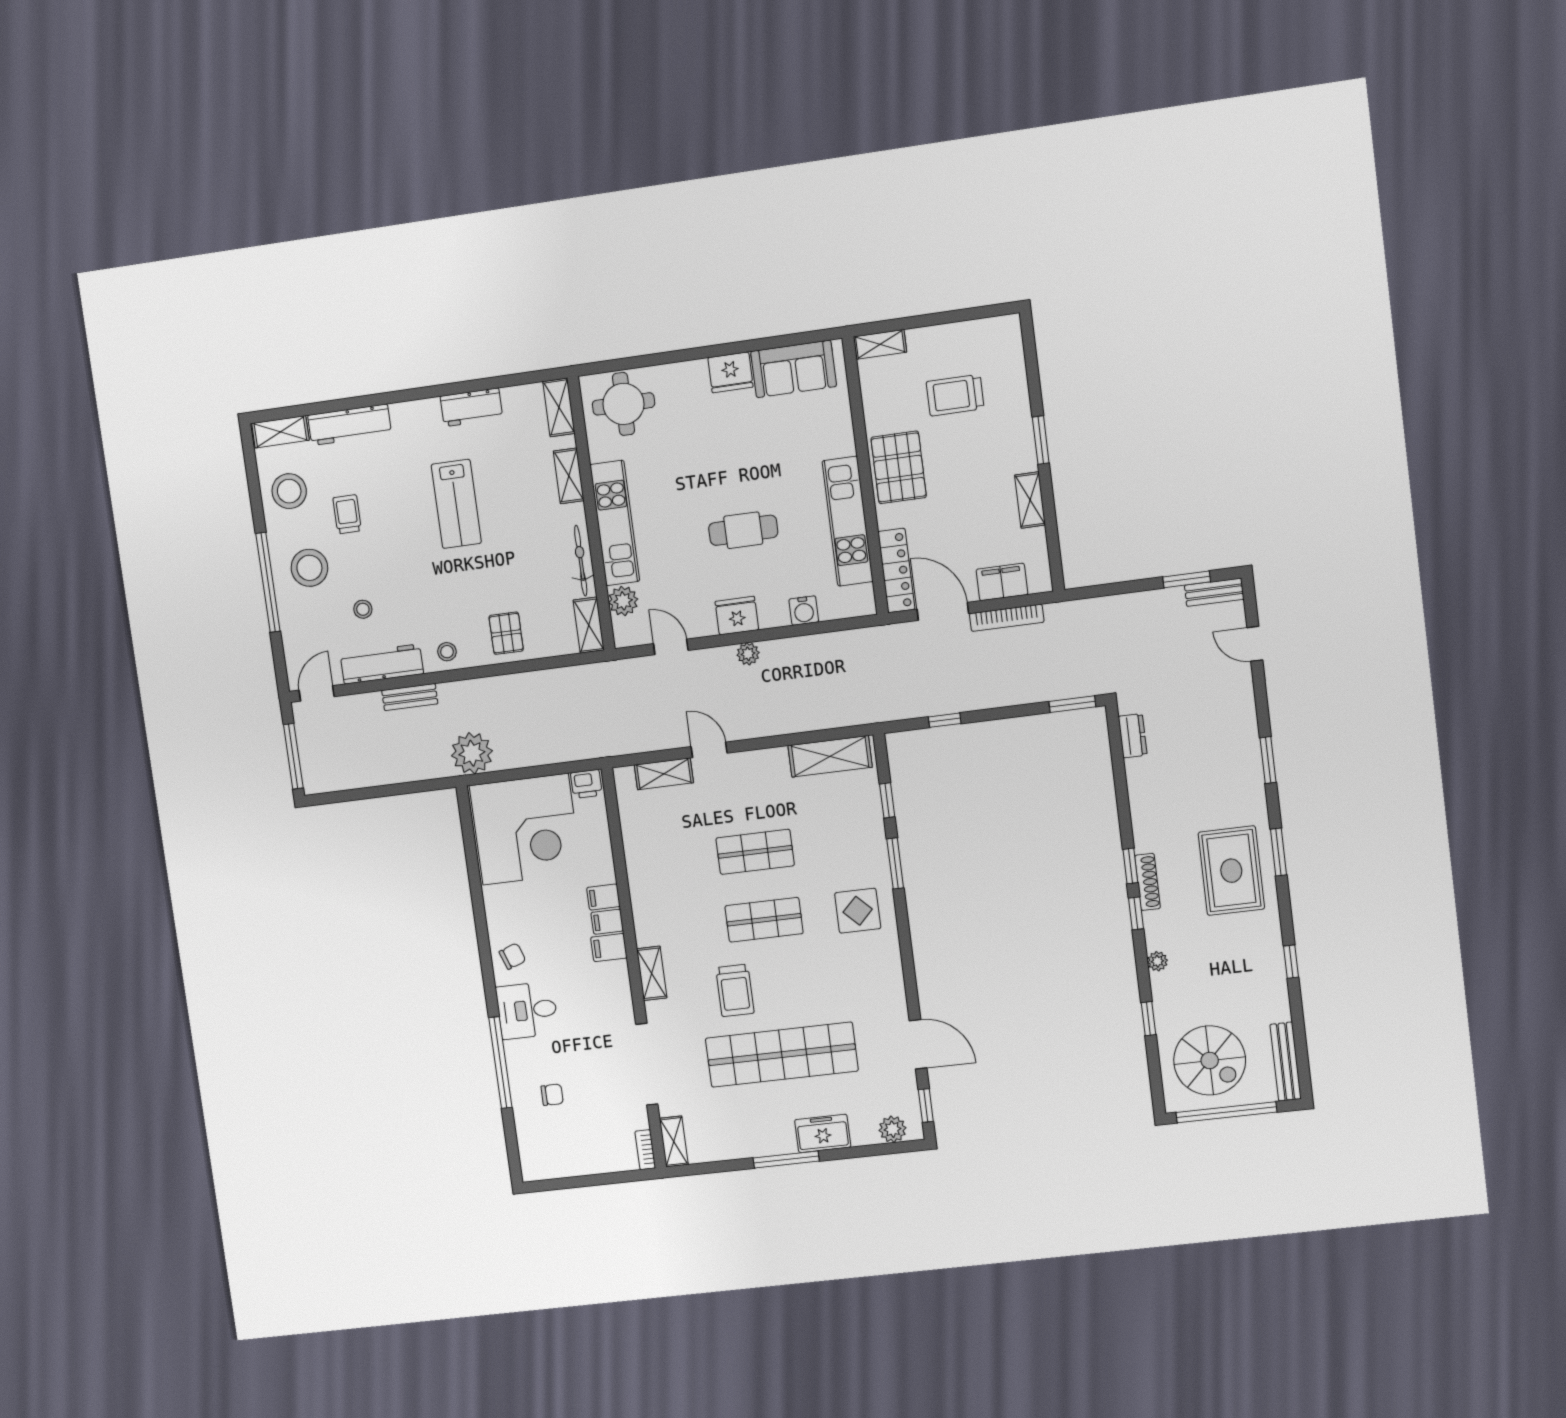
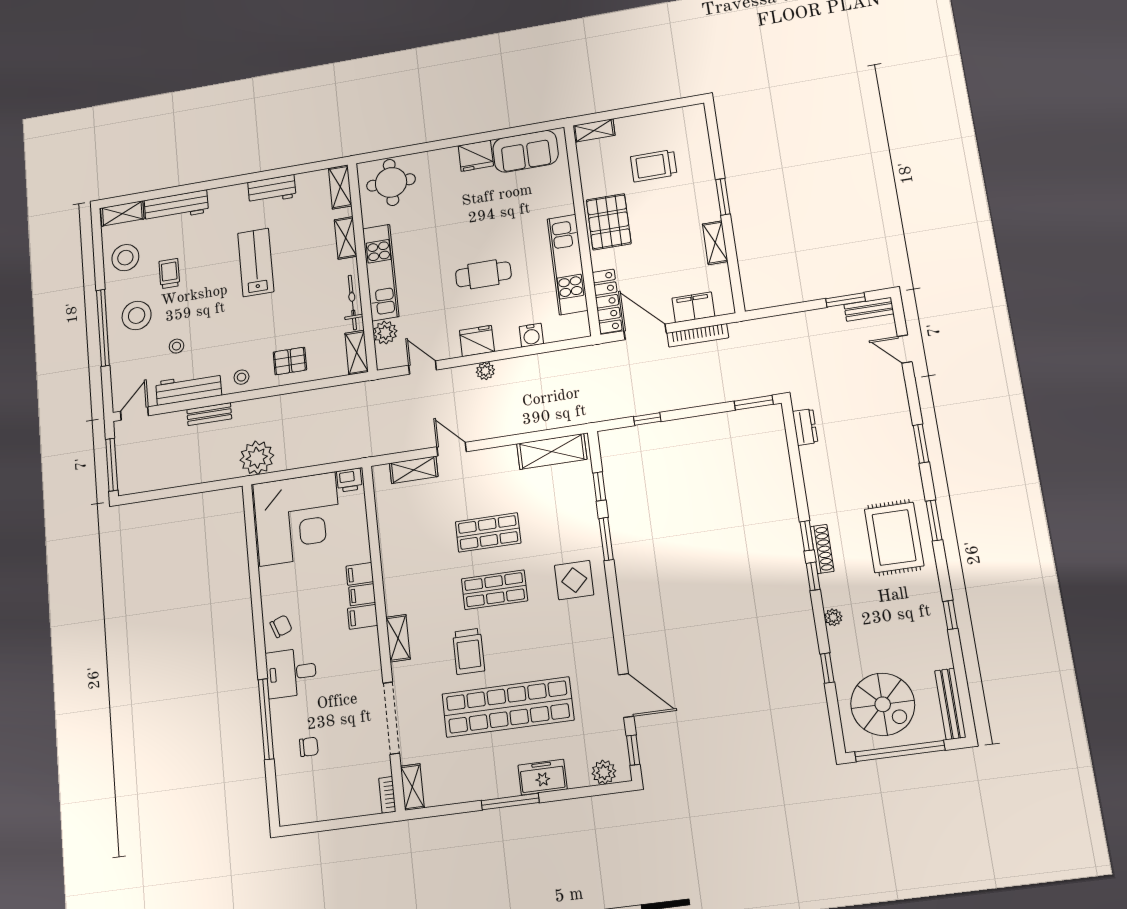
lab bench: (456, 504) -> (256, 262), turned 180
pallet: (506, 633) -> (290, 361), turned 90

